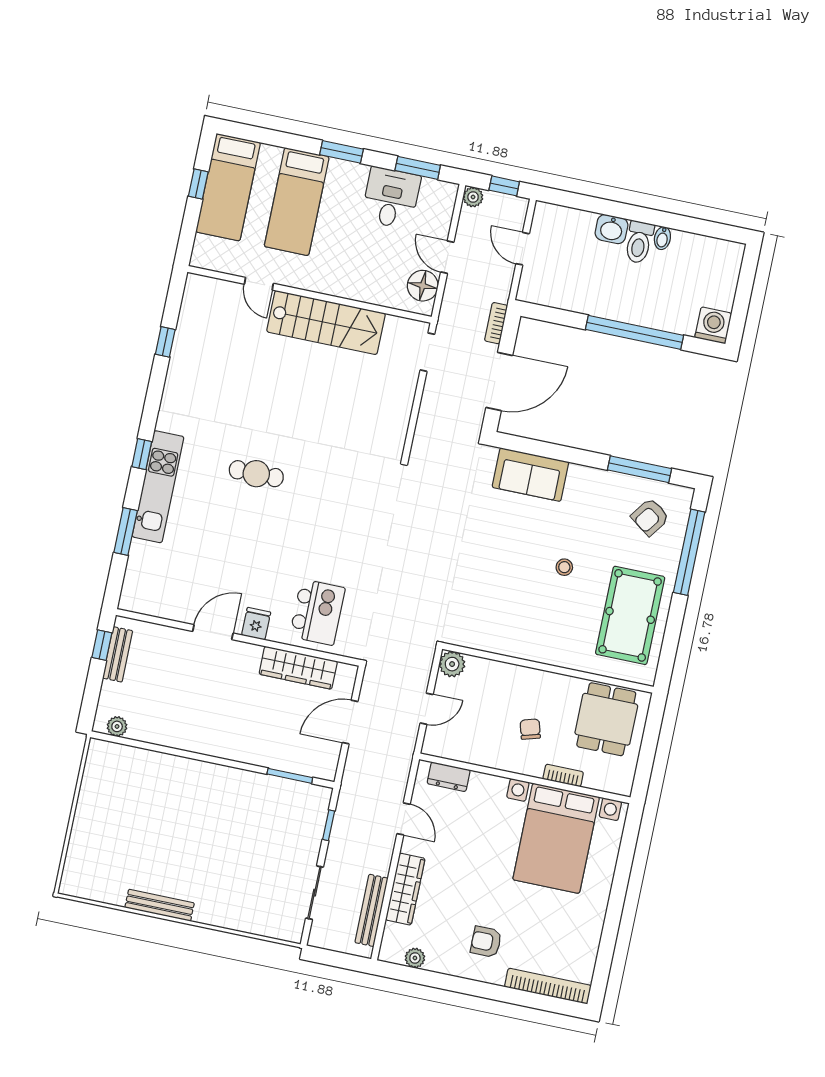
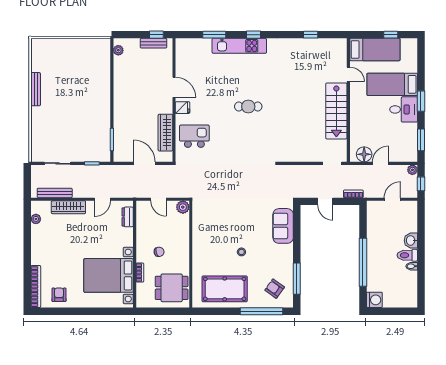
bed: (228, 187) -> (375, 49), moved, turned 180
desk: (391, 198) -> (404, 109), moved
door: (259, 284) -> (348, 74), swing flipped
door: (499, 381) -> (325, 201), width x0.53
cafe table: (256, 474) -> (248, 107), moved, turned 90
kitchen island: (317, 612) -> (194, 136), turned 180
armchair: (486, 942) -> (59, 295), moved

